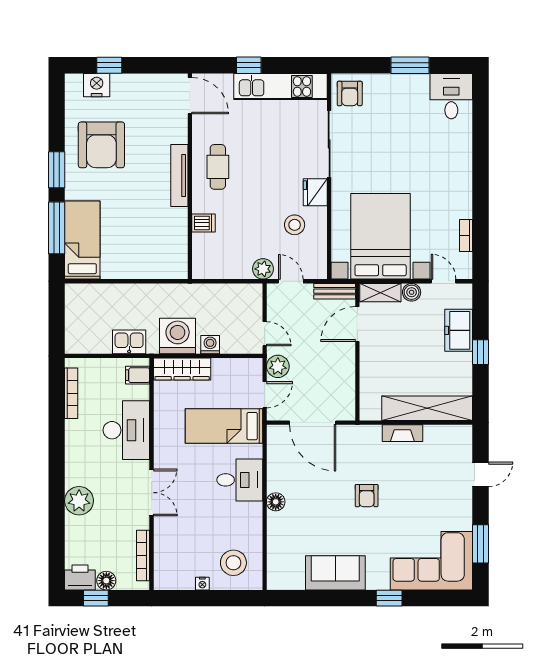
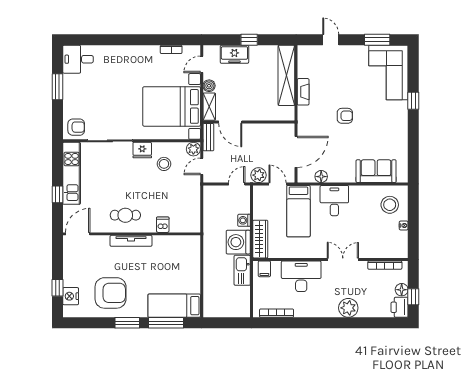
plant: (263, 269) -> (193, 149), moved
kitchen sink: (129, 342) -> (242, 270), width x1.38
floor lamp: (276, 502) -> (321, 177), moved
sofa: (335, 573) -> (376, 171), moved, turned 90

